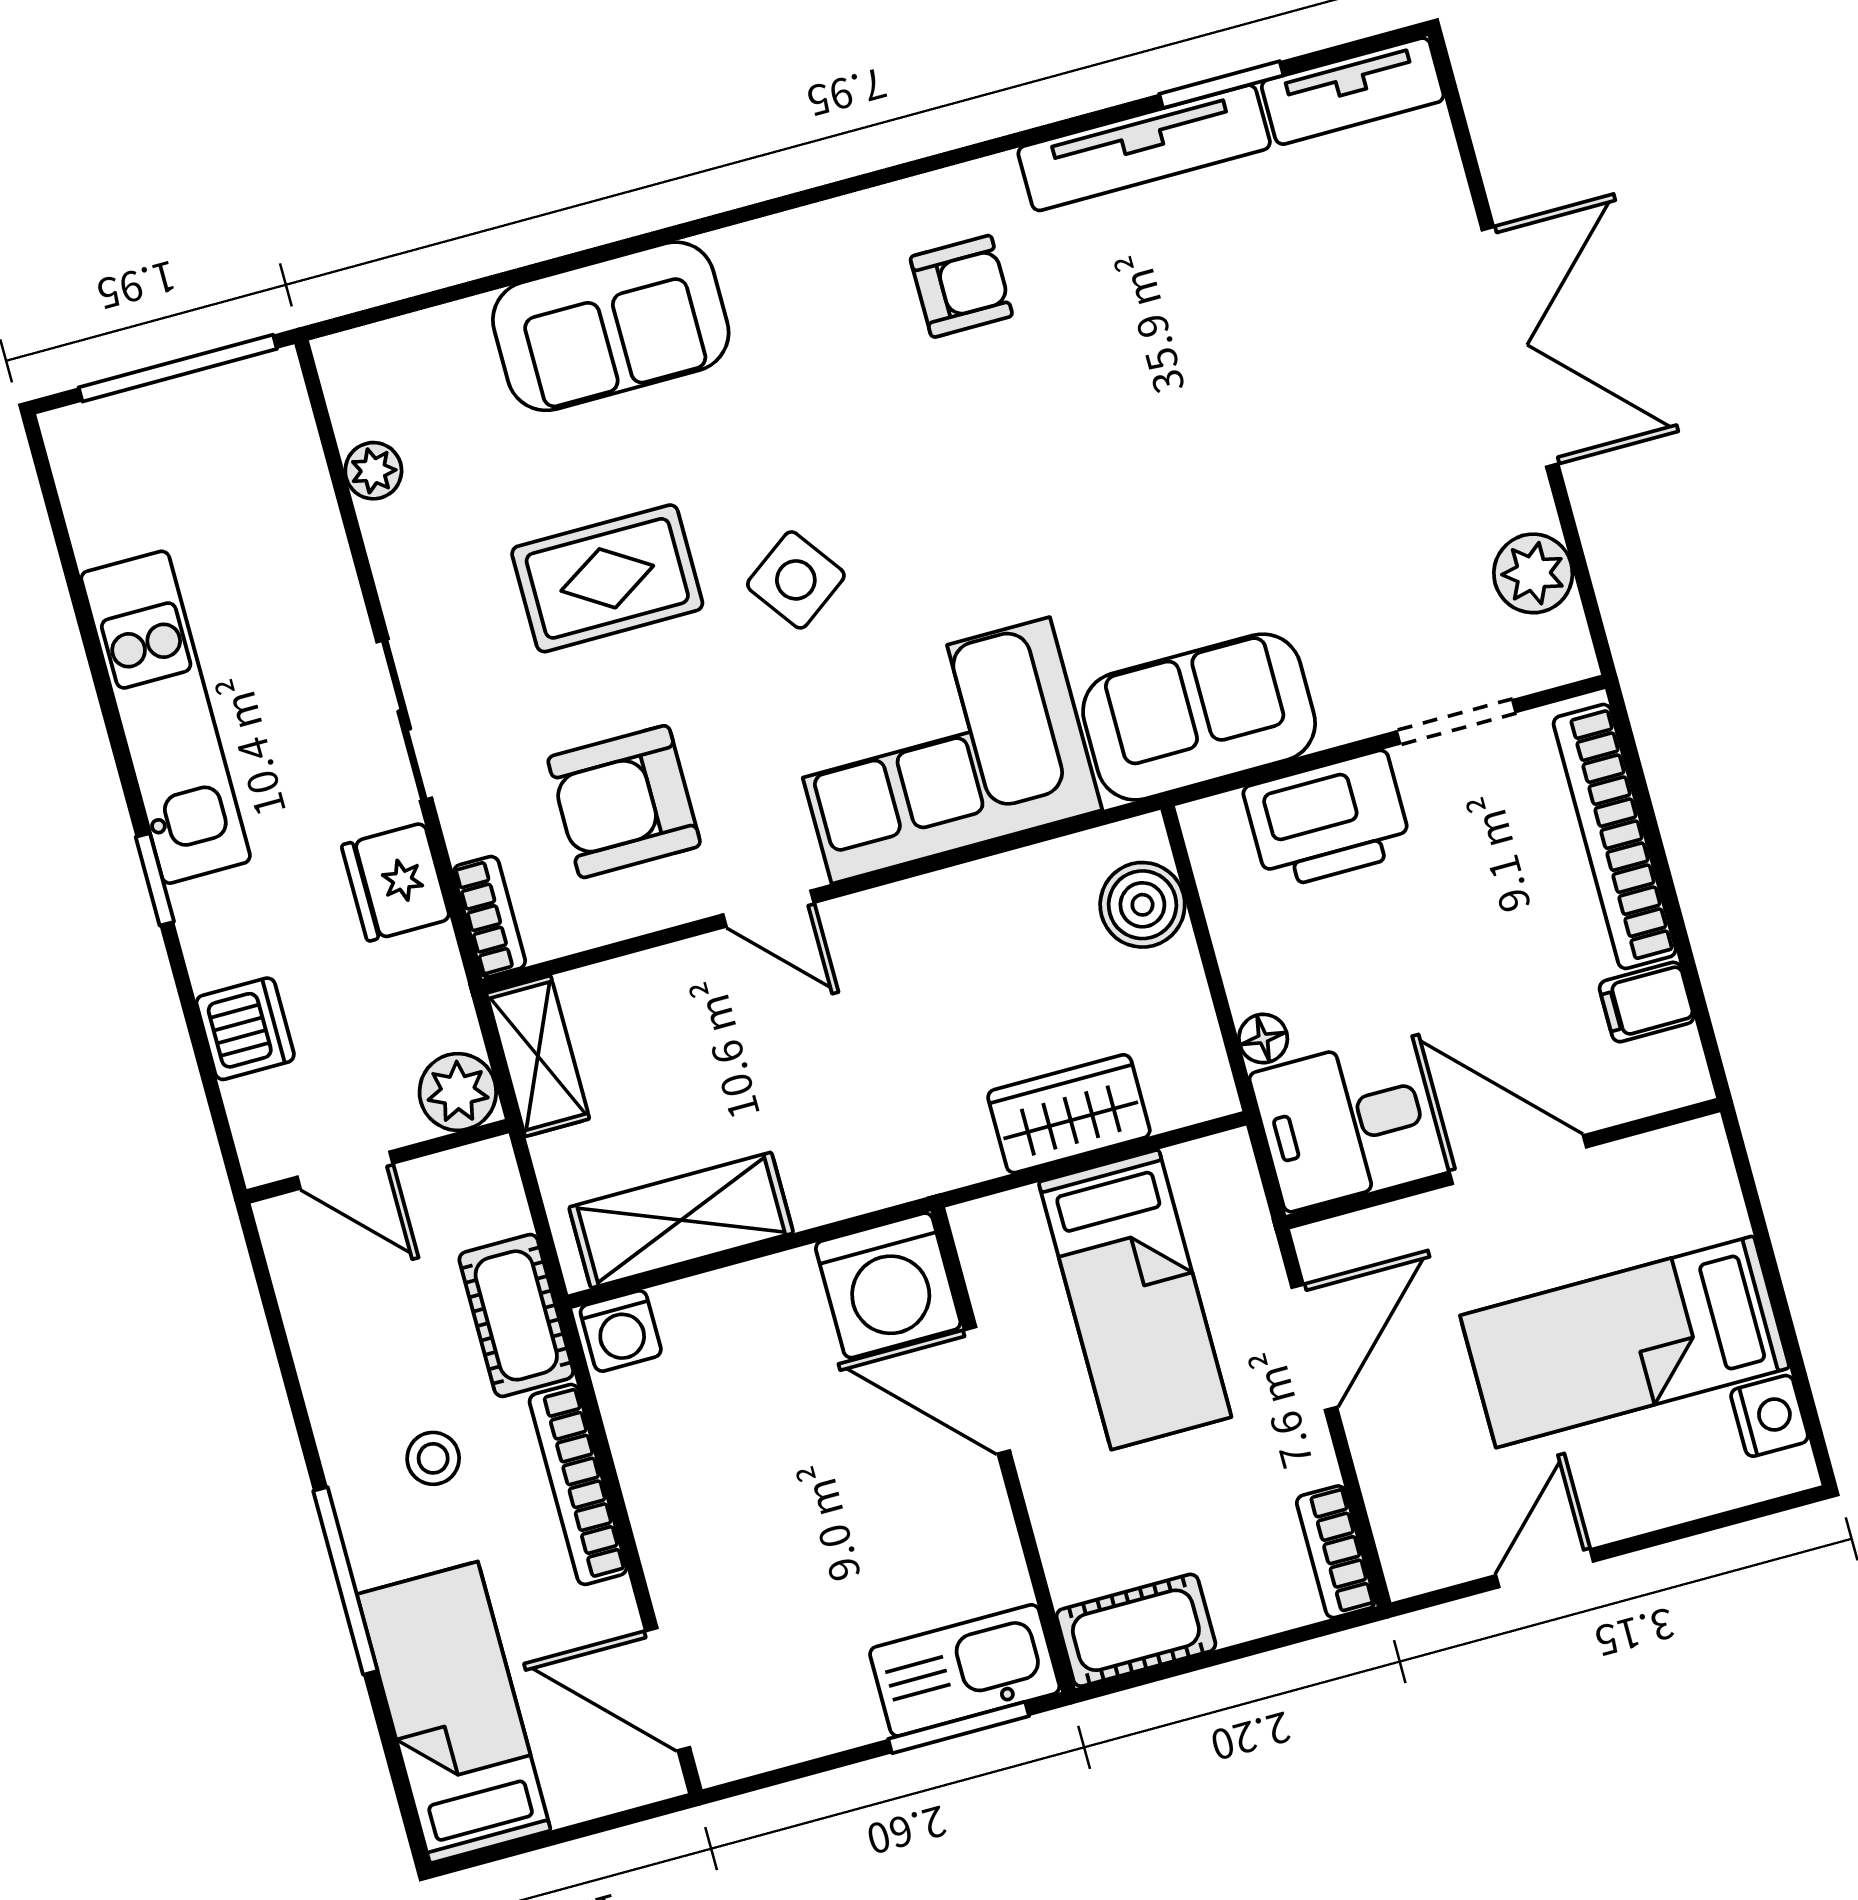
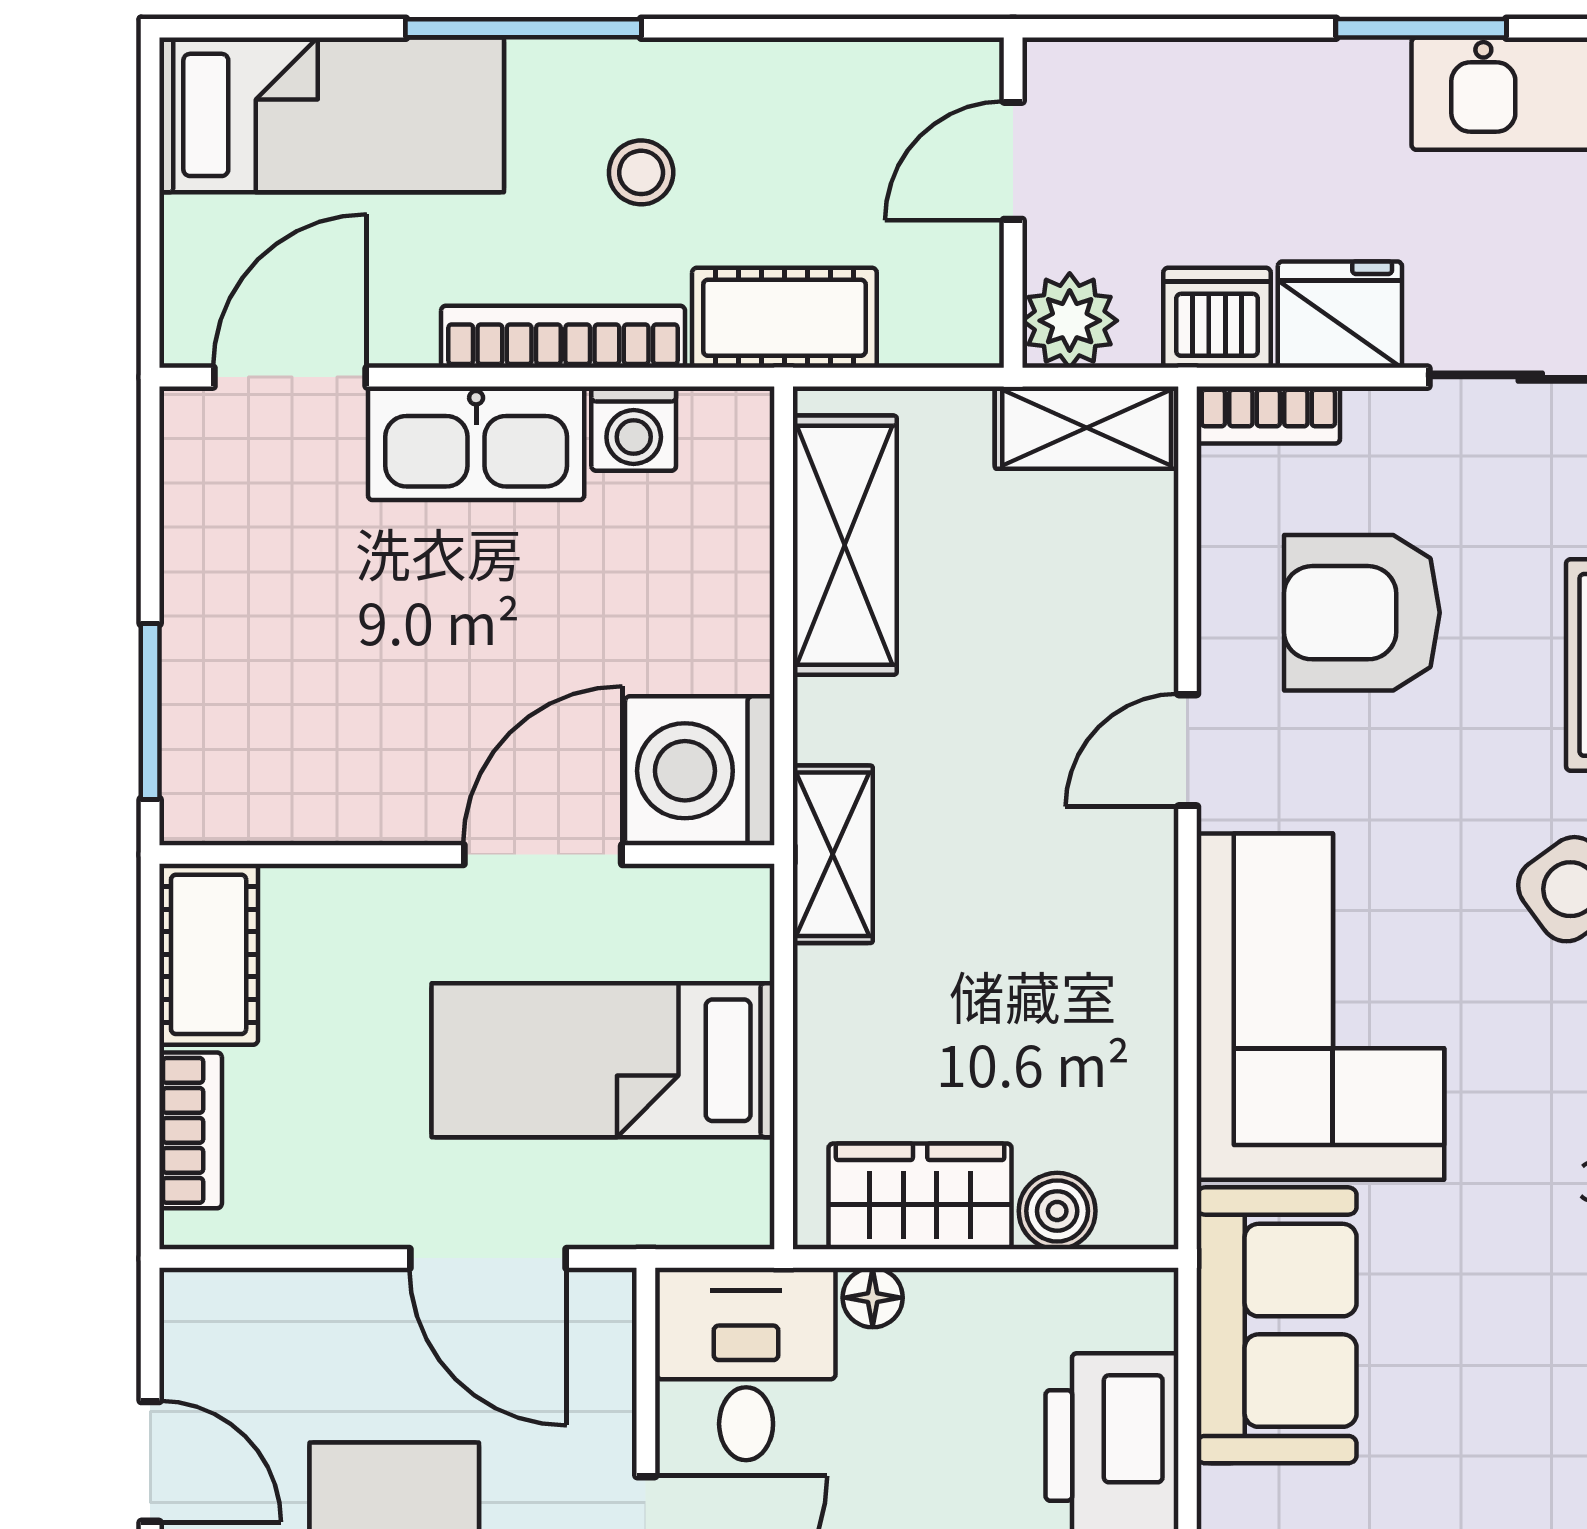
armchair: (624, 802) -> (1362, 613), turned -90
window: (155, 879) -> (1421, 28), width x1.50
boiler: (1142, 905) -> (1057, 1211), width x0.73, depth x0.73
dishwasher: (245, 1029) -> (1217, 318), moved, turned 180
wardrobe: (1069, 1114) -> (920, 1196), moved, turned -90
shelving: (925, 1164) -> (833, 854), added
washing machine: (621, 1331) -> (634, 429), moved, turned -90
bookcase: (1336, 1552) -> (191, 1130), moved, turned 90
kitchen sink: (965, 1670) -> (476, 443), moved, turned 90

